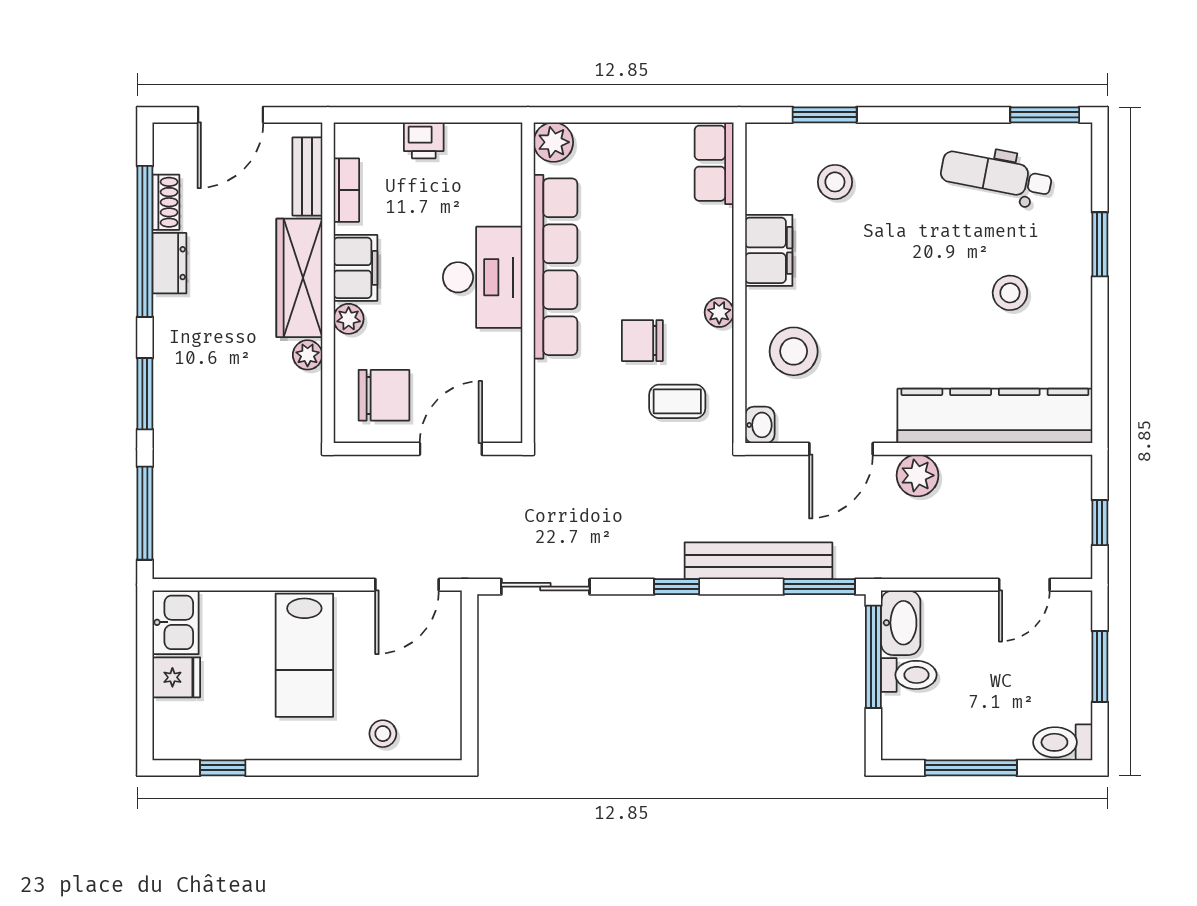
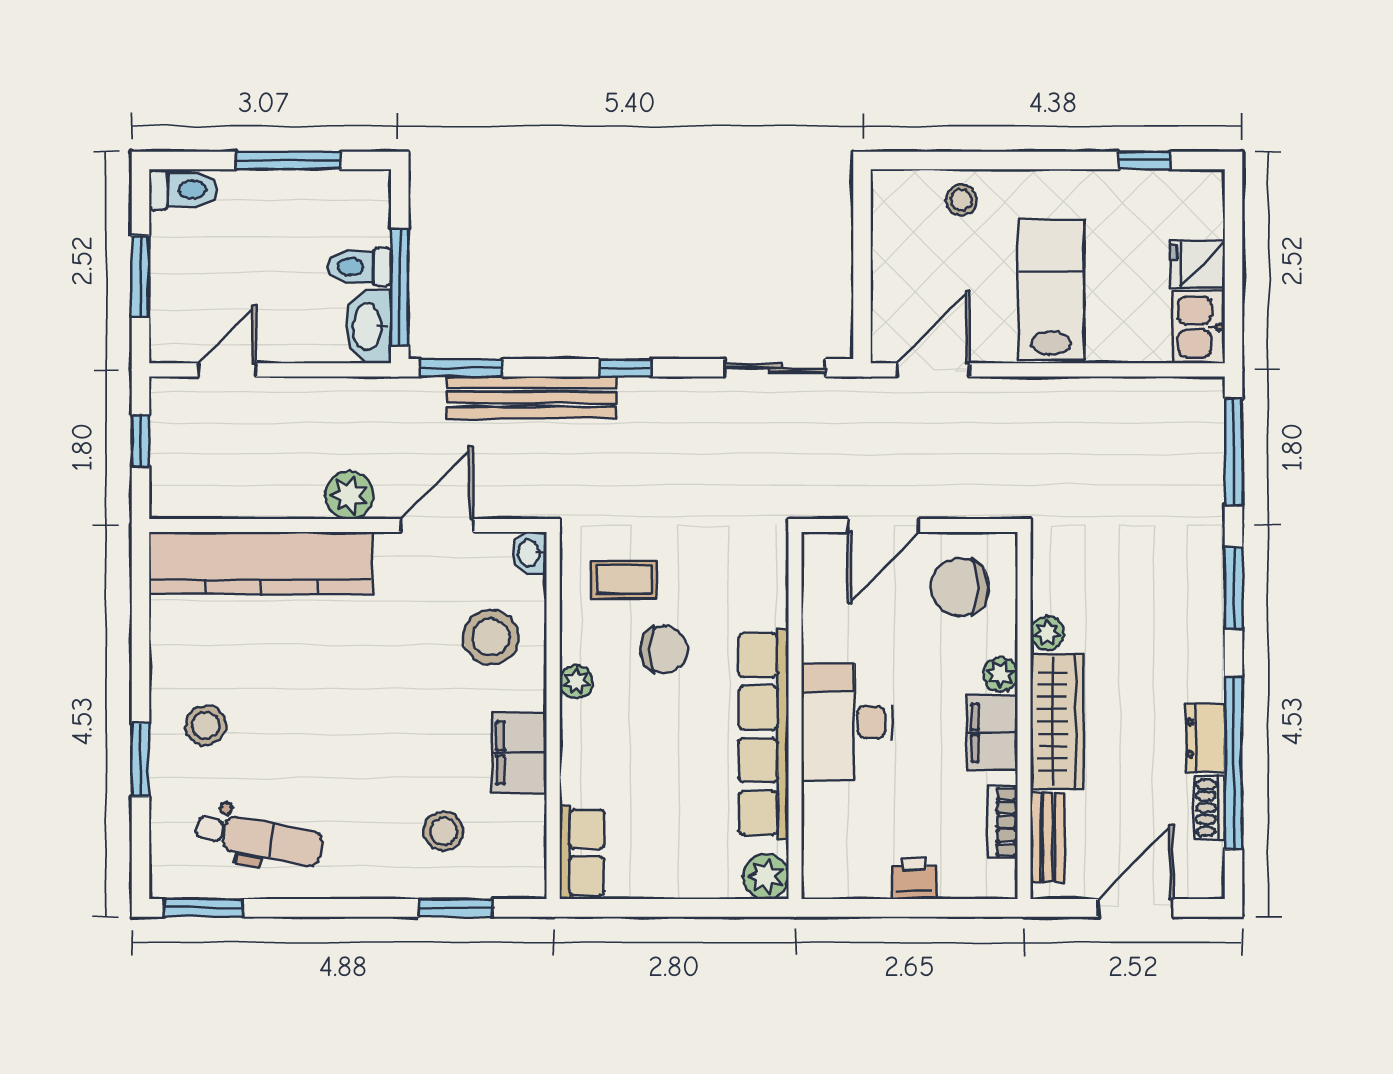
stool: (1010, 293) -> (206, 726), moved

